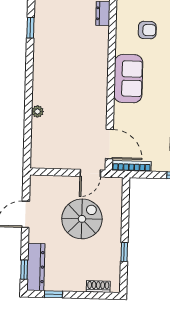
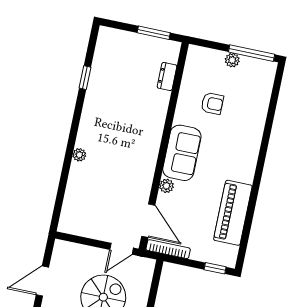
plant: (120, 110) -> (166, 186), added
plant: (38, 111) -> (79, 155), moved

